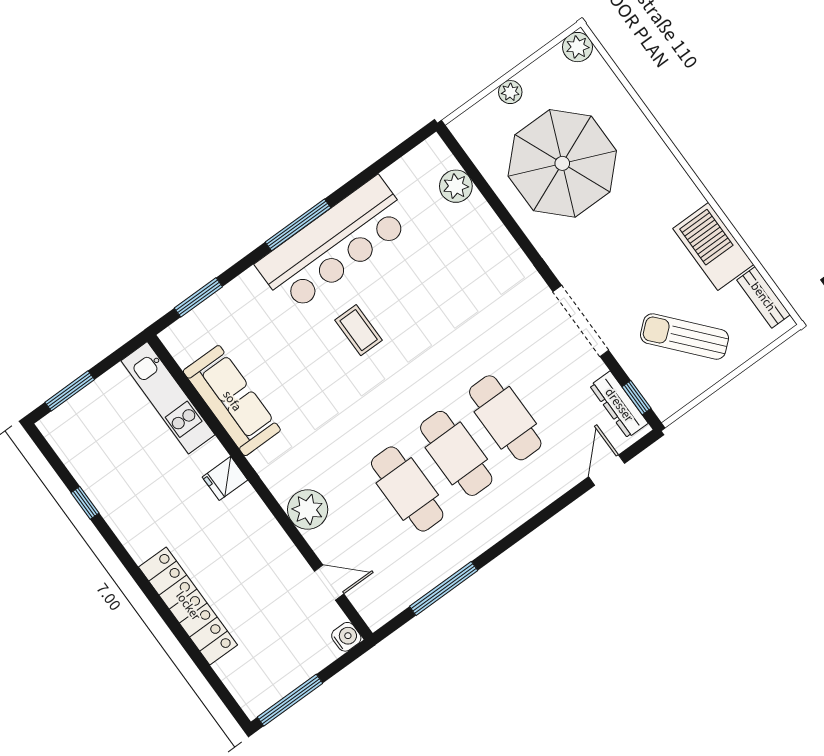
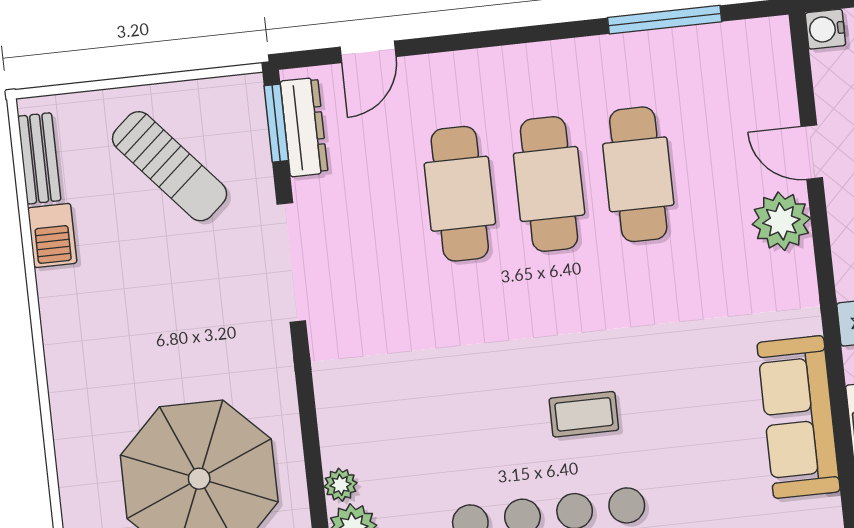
plant: (477, 207) -> (341, 485), added
barbecue: (713, 246) -> (52, 235), width x0.53, depth x0.65
coffee table: (359, 330) -> (584, 414), turned 90
window: (636, 398) -> (276, 123), width x1.50
door: (329, 582) -> (812, 152), moved

